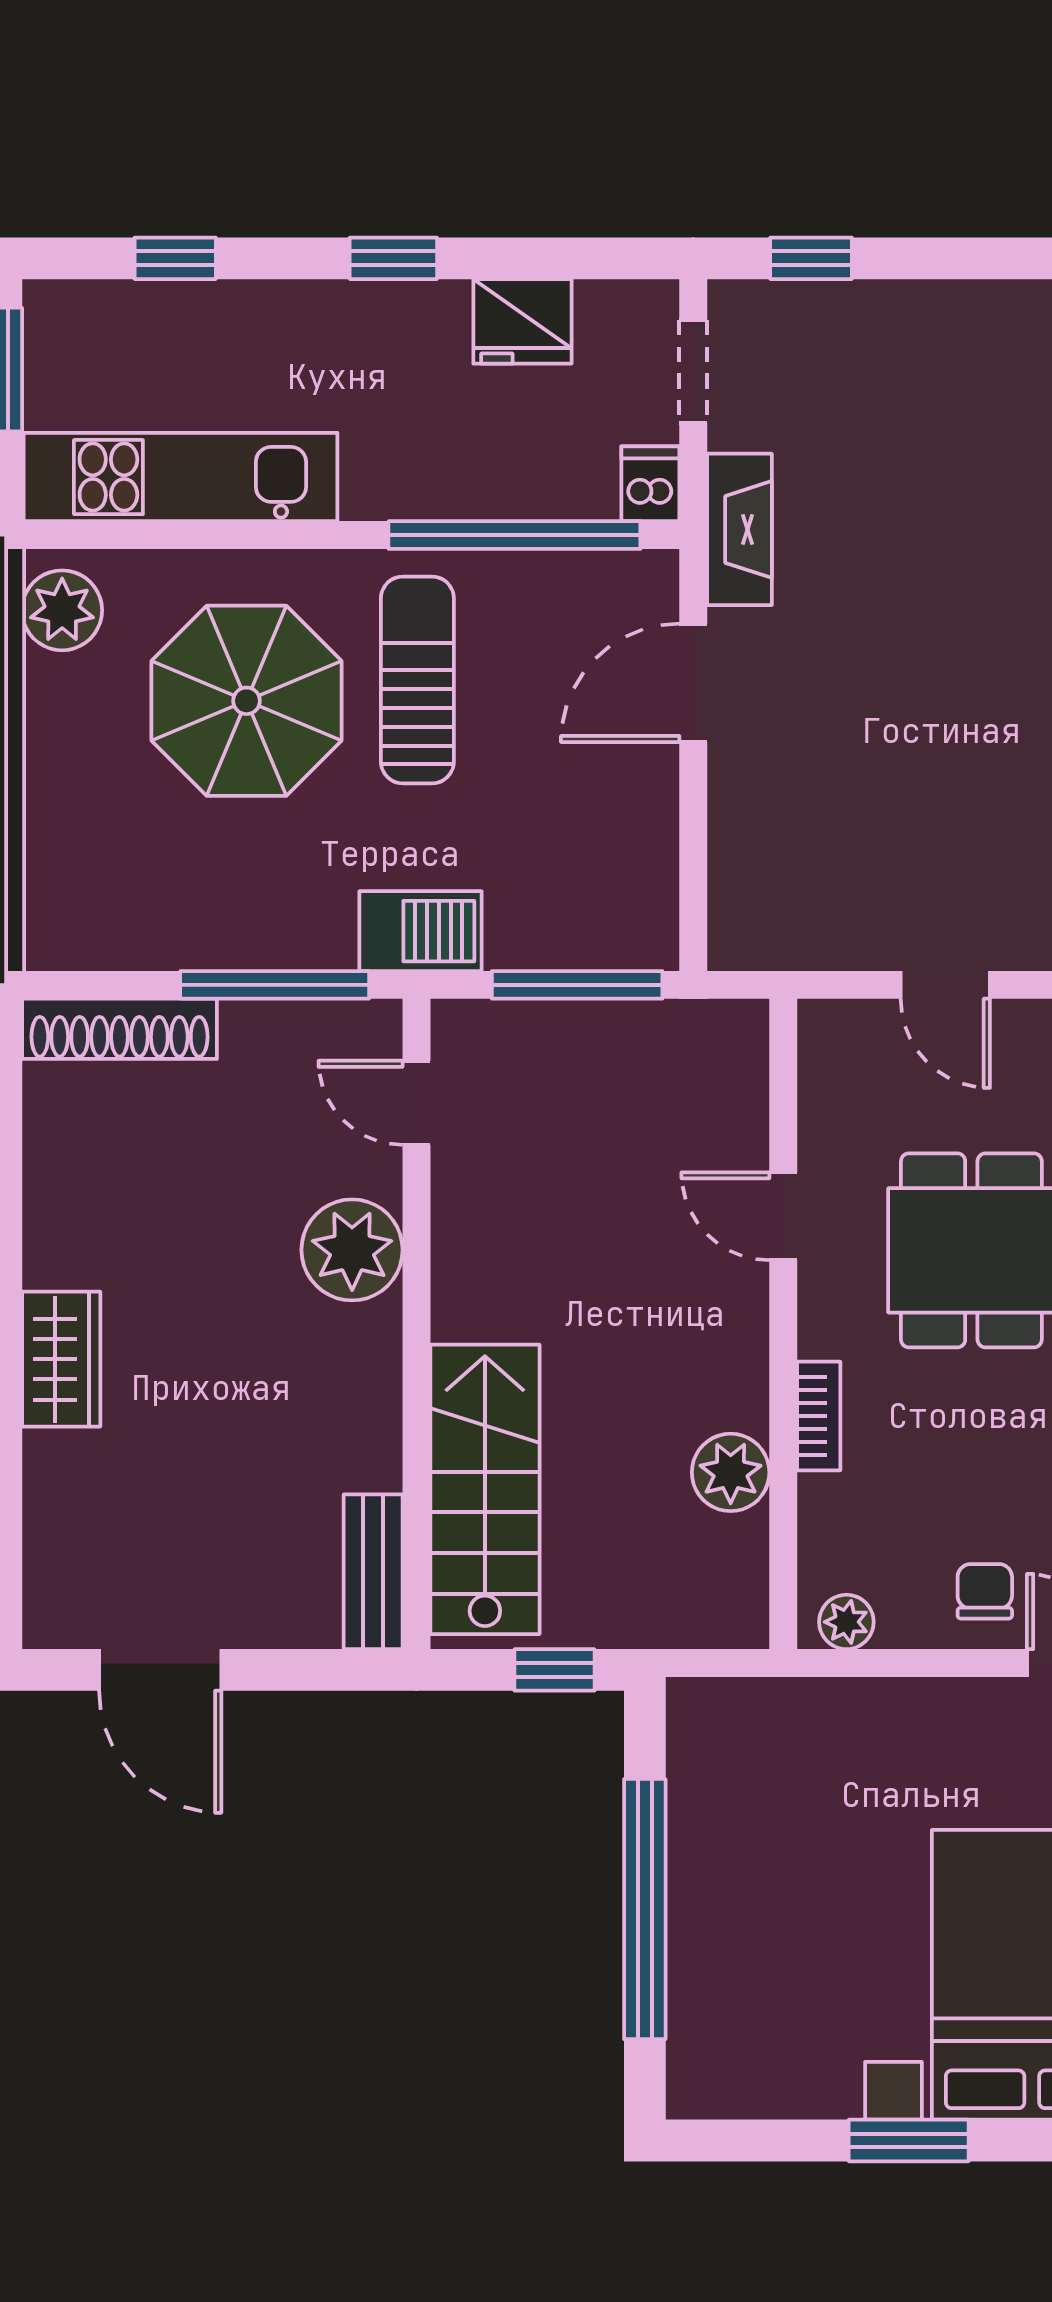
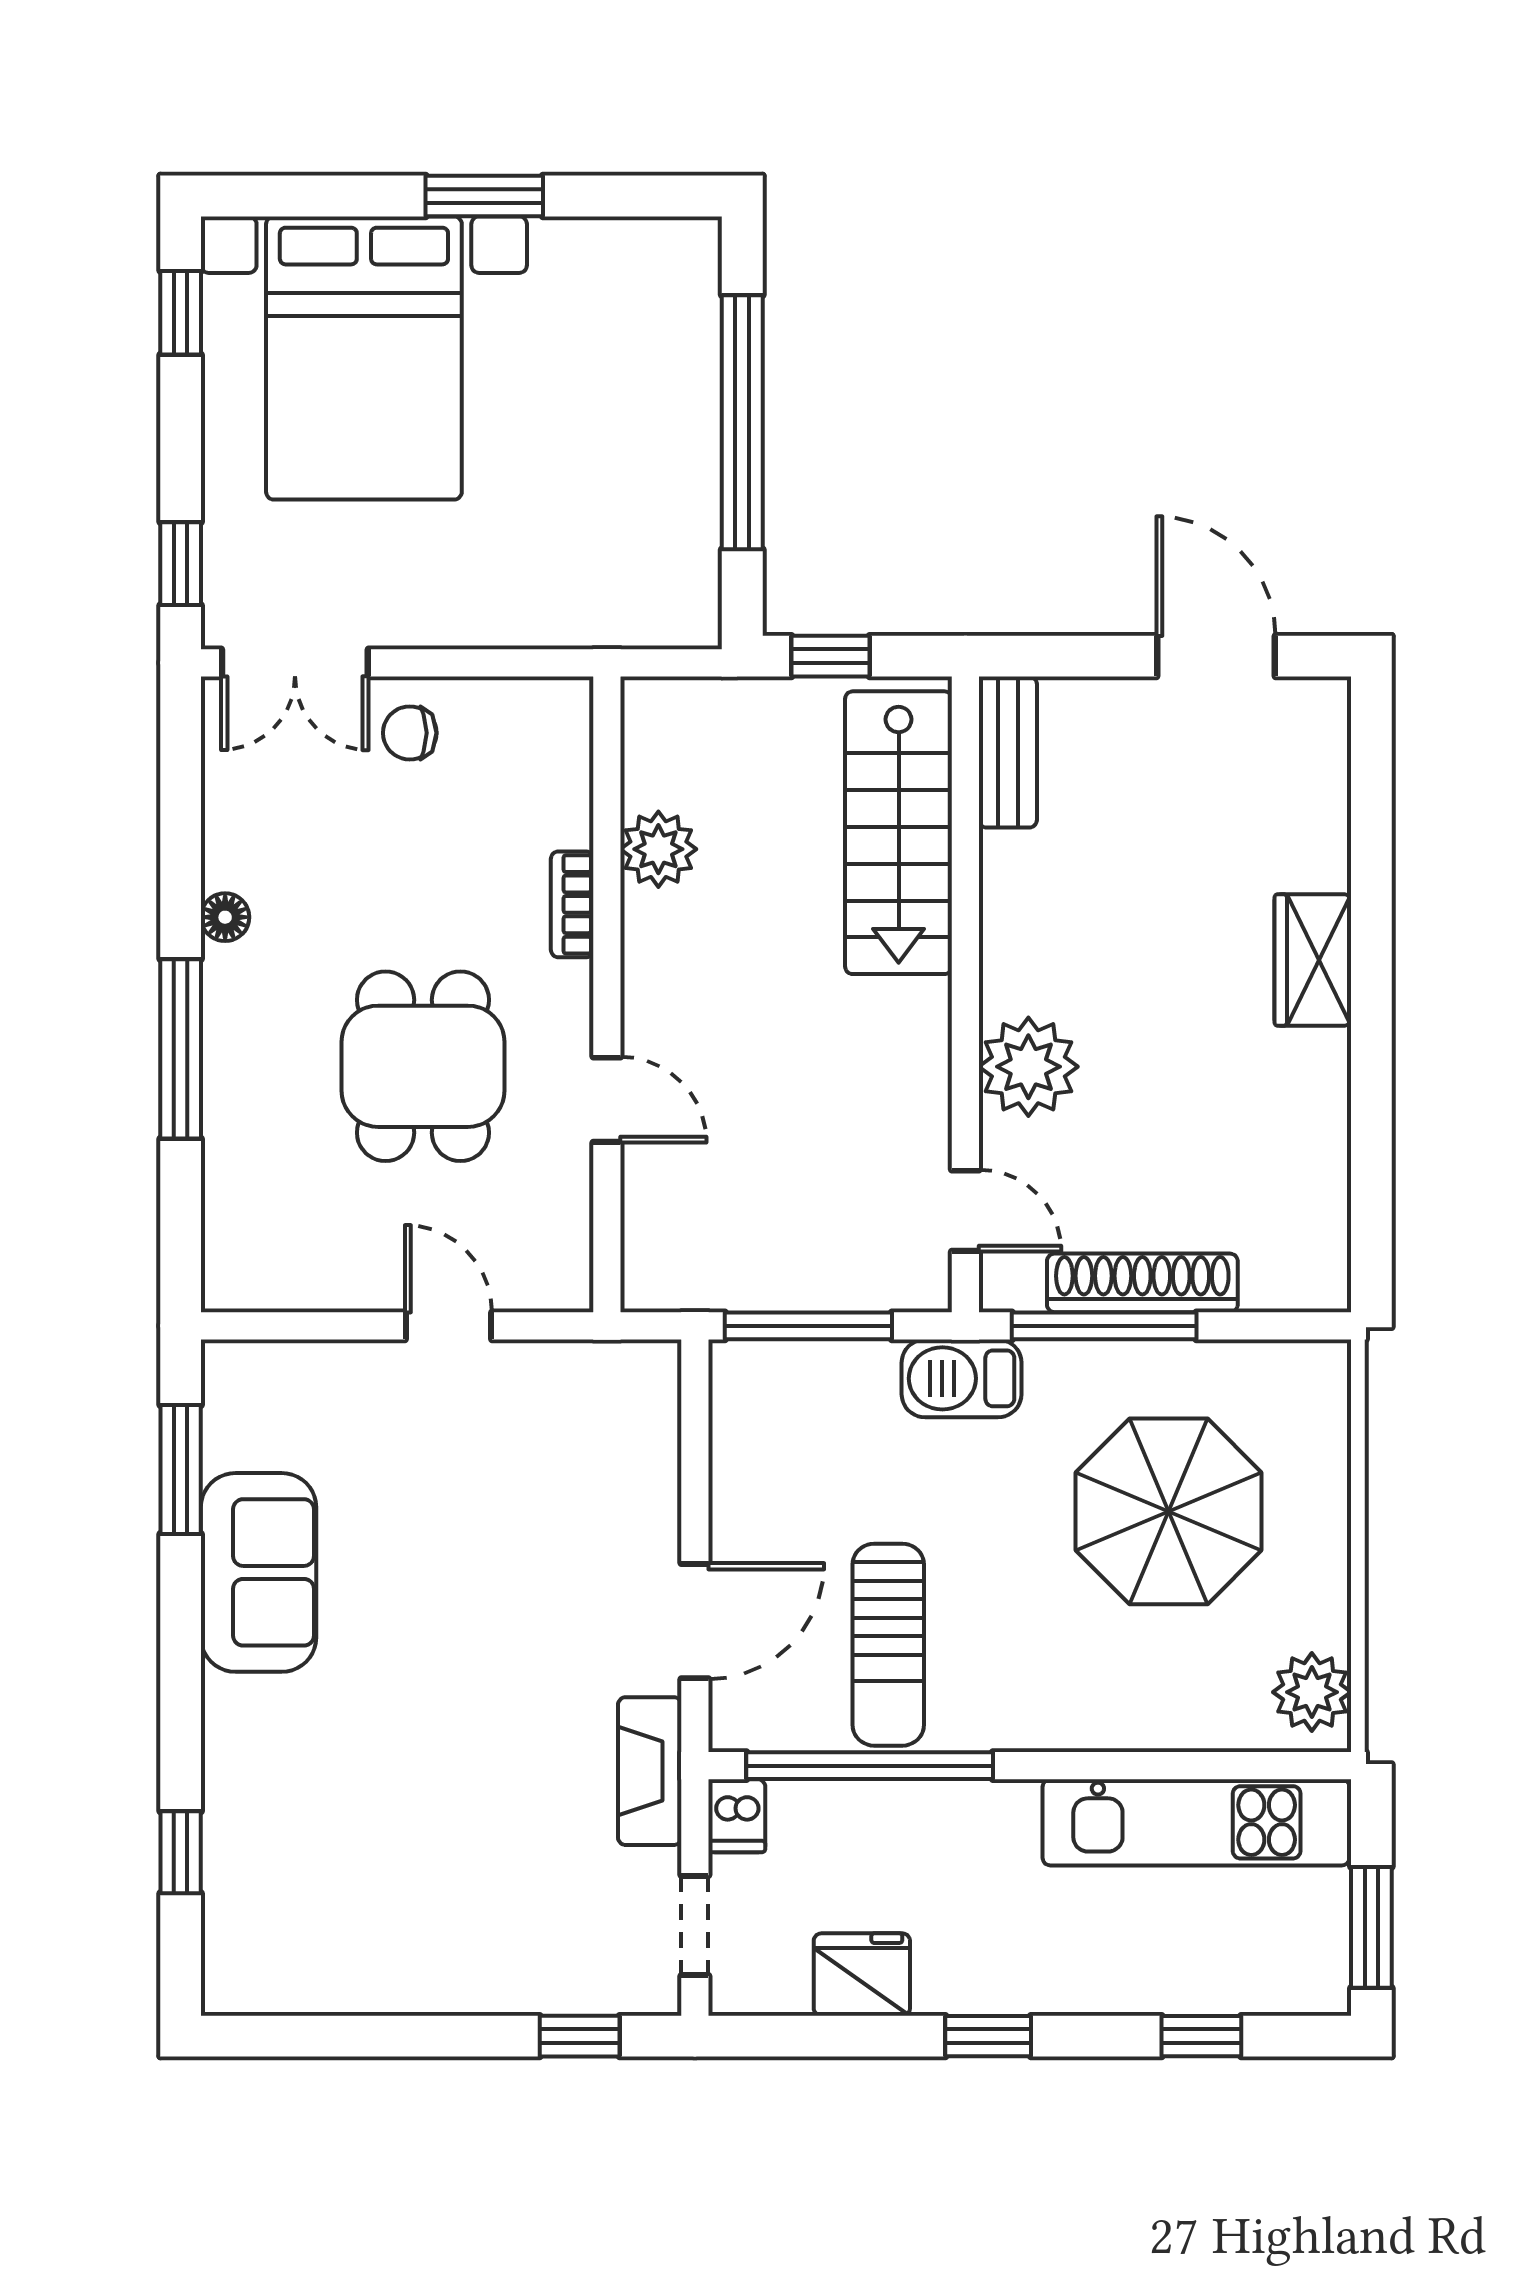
sun lounger: (417, 680) -> (888, 1645), moved
parasol: (247, 701) -> (1169, 1511), moved
shoe rack: (119, 1029) -> (1142, 1283), moved
chair: (985, 1591) -> (410, 733), turned 90
plant: (846, 1622) -> (545, 703), removed

